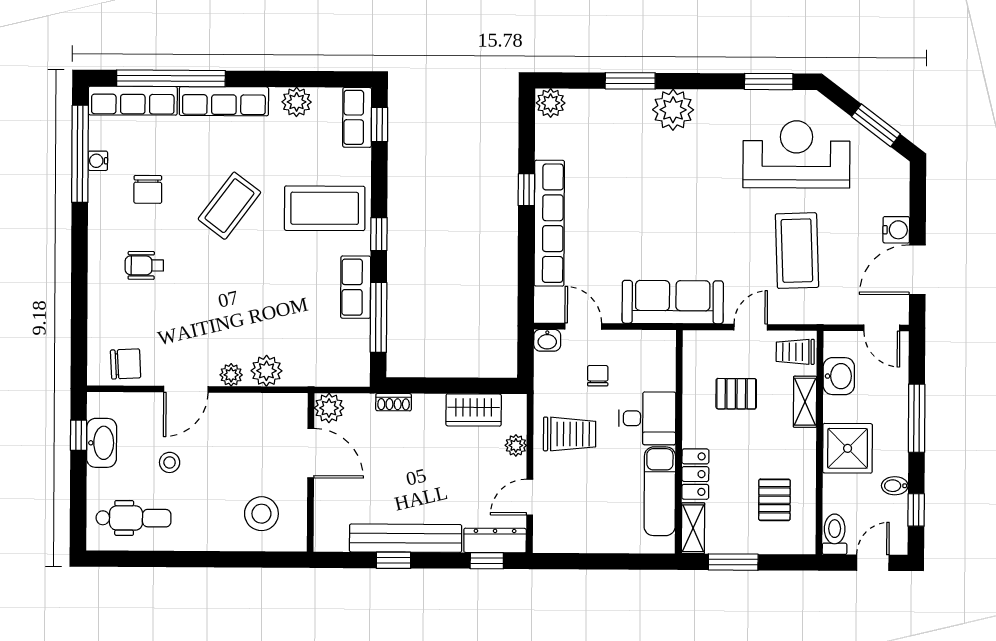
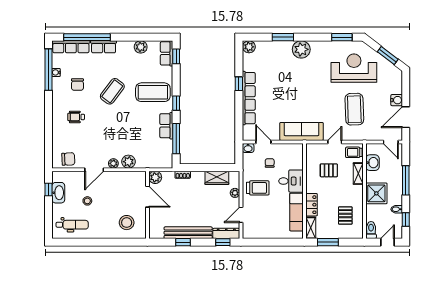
row of seats: (224, 101) -> (104, 47), width x0.68

